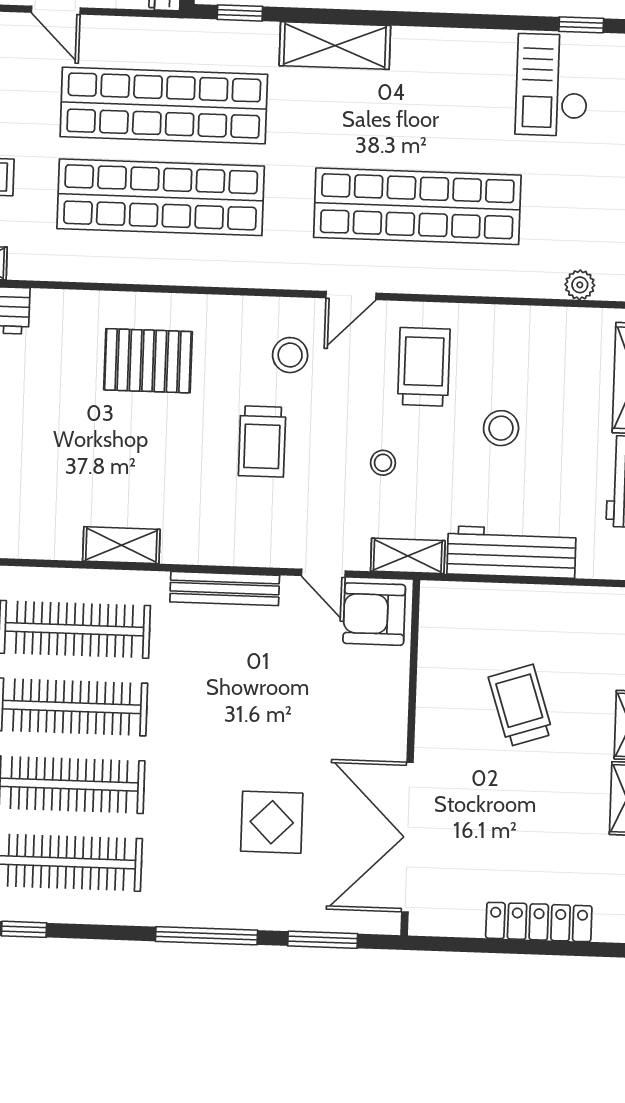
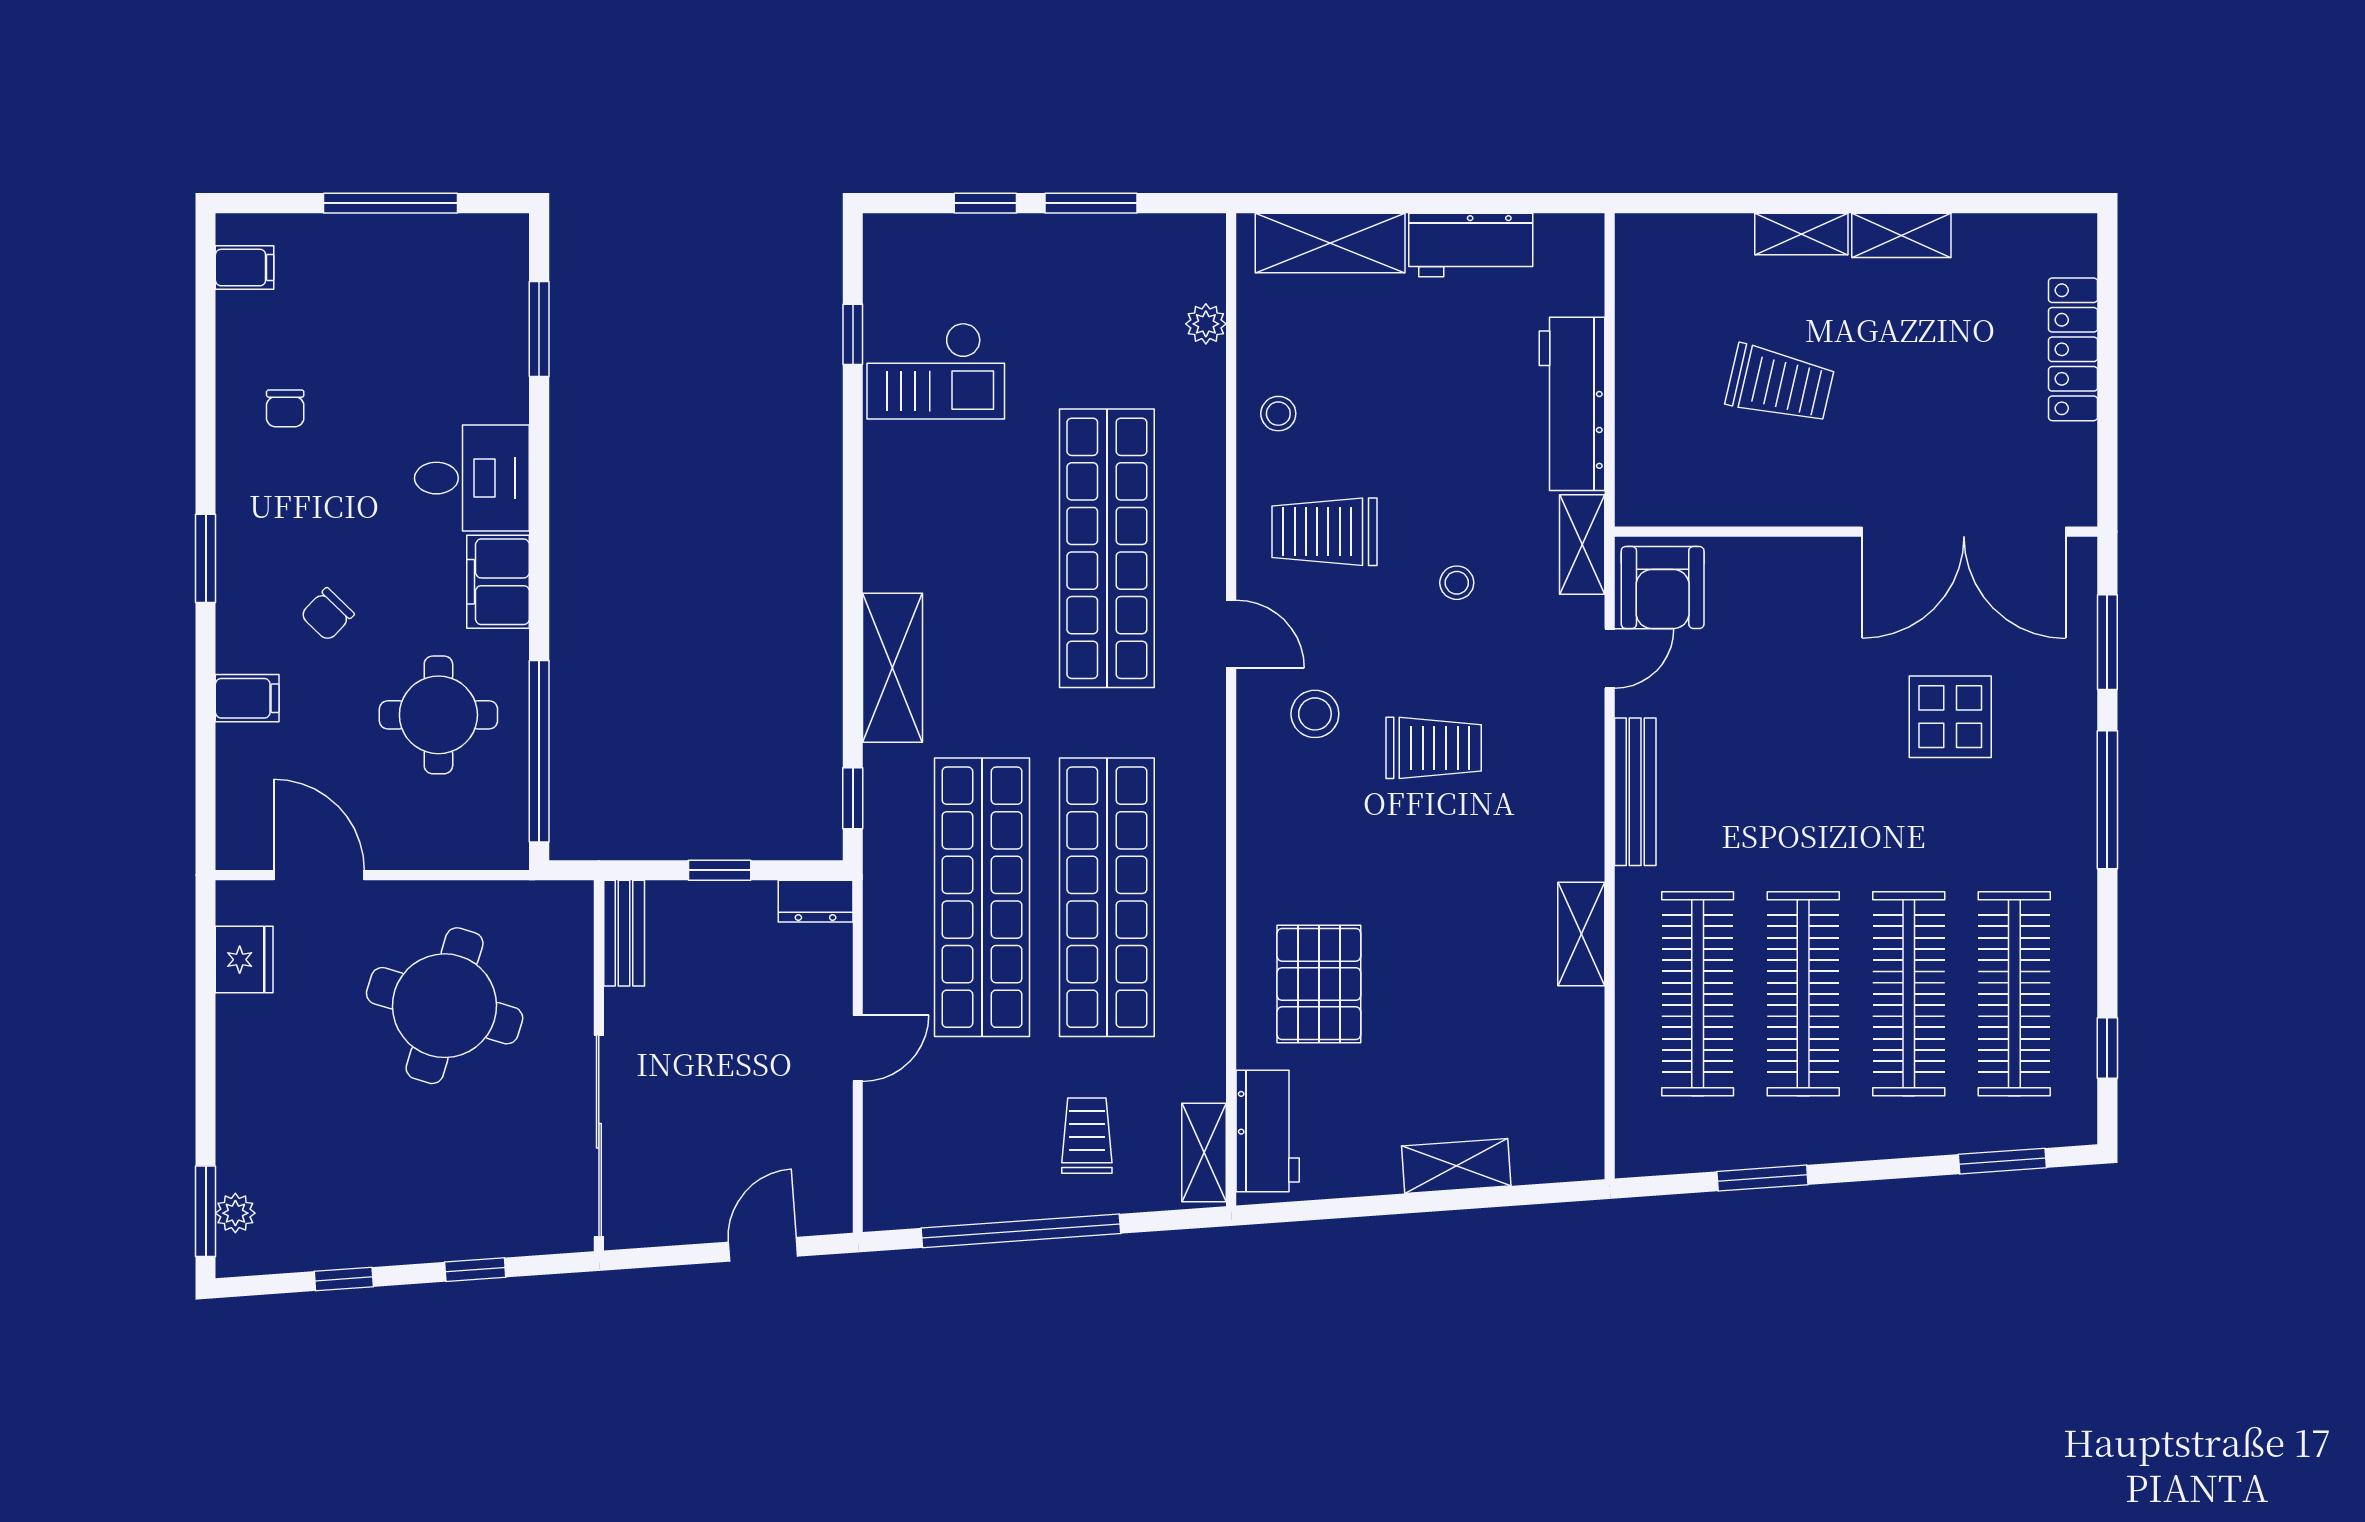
pallet: (148, 361) -> (1319, 984), moved
stool: (501, 428) -> (1278, 414), moved, width x0.73, depth x0.73
trolley: (521, 706) -> (1780, 384), turned -149

